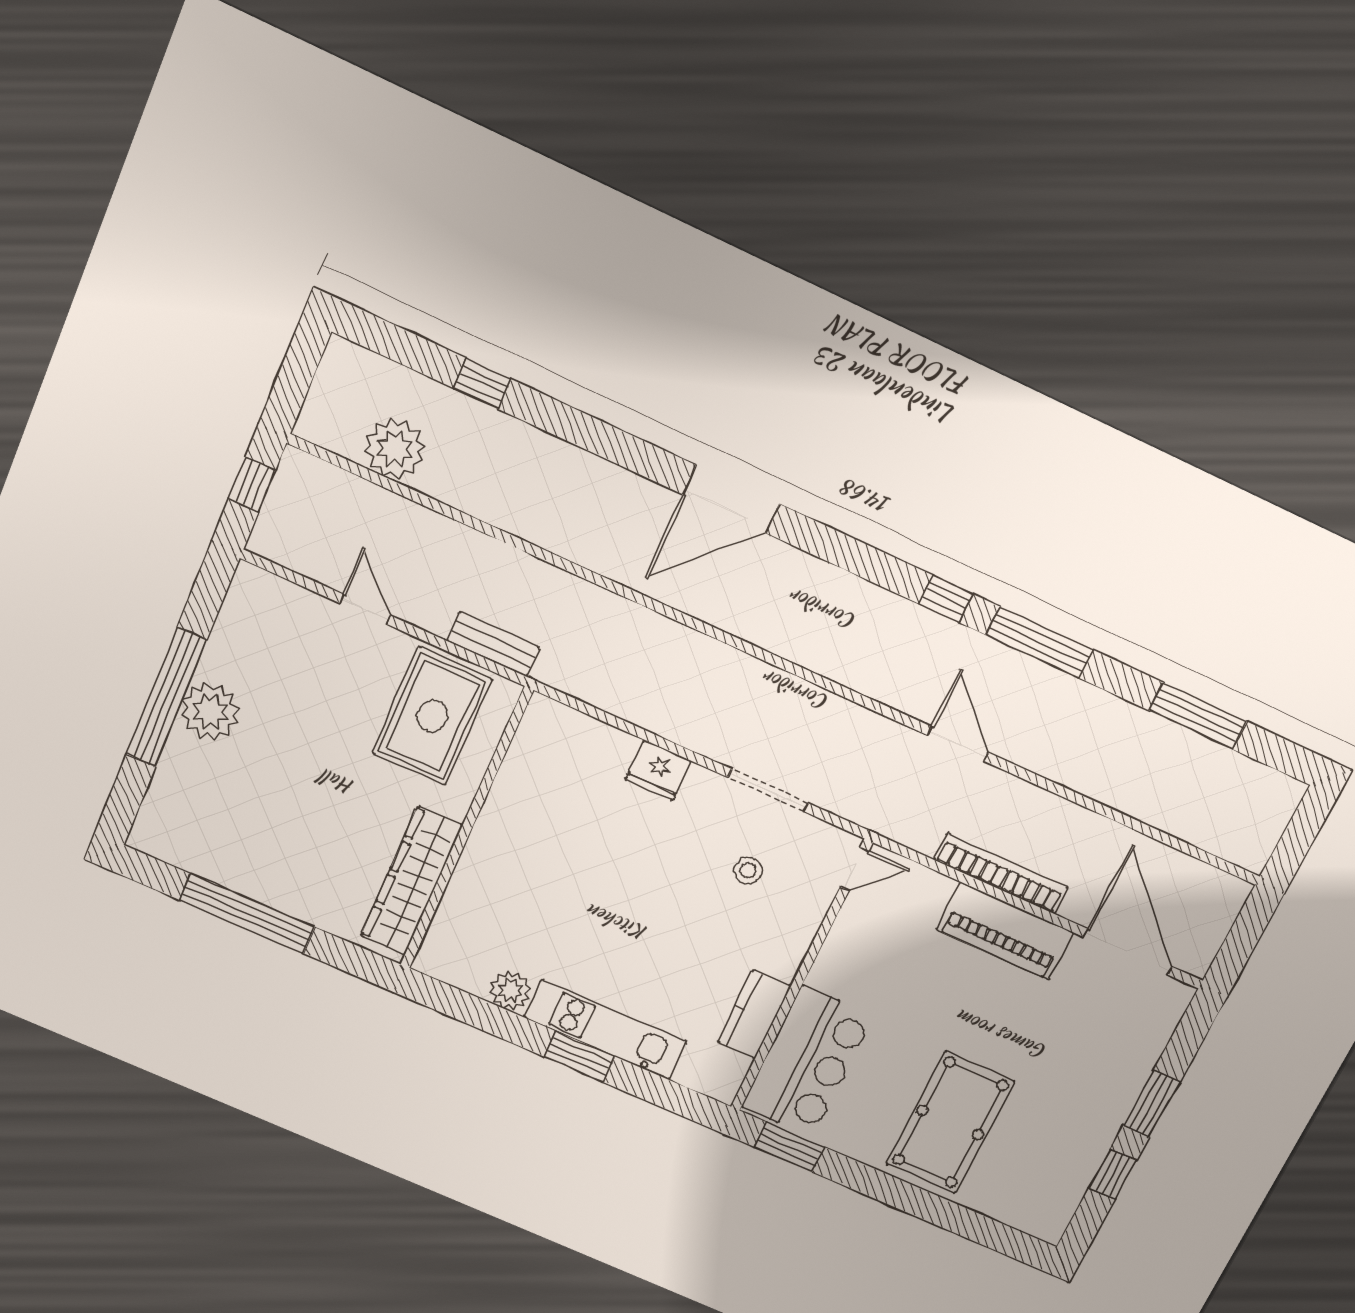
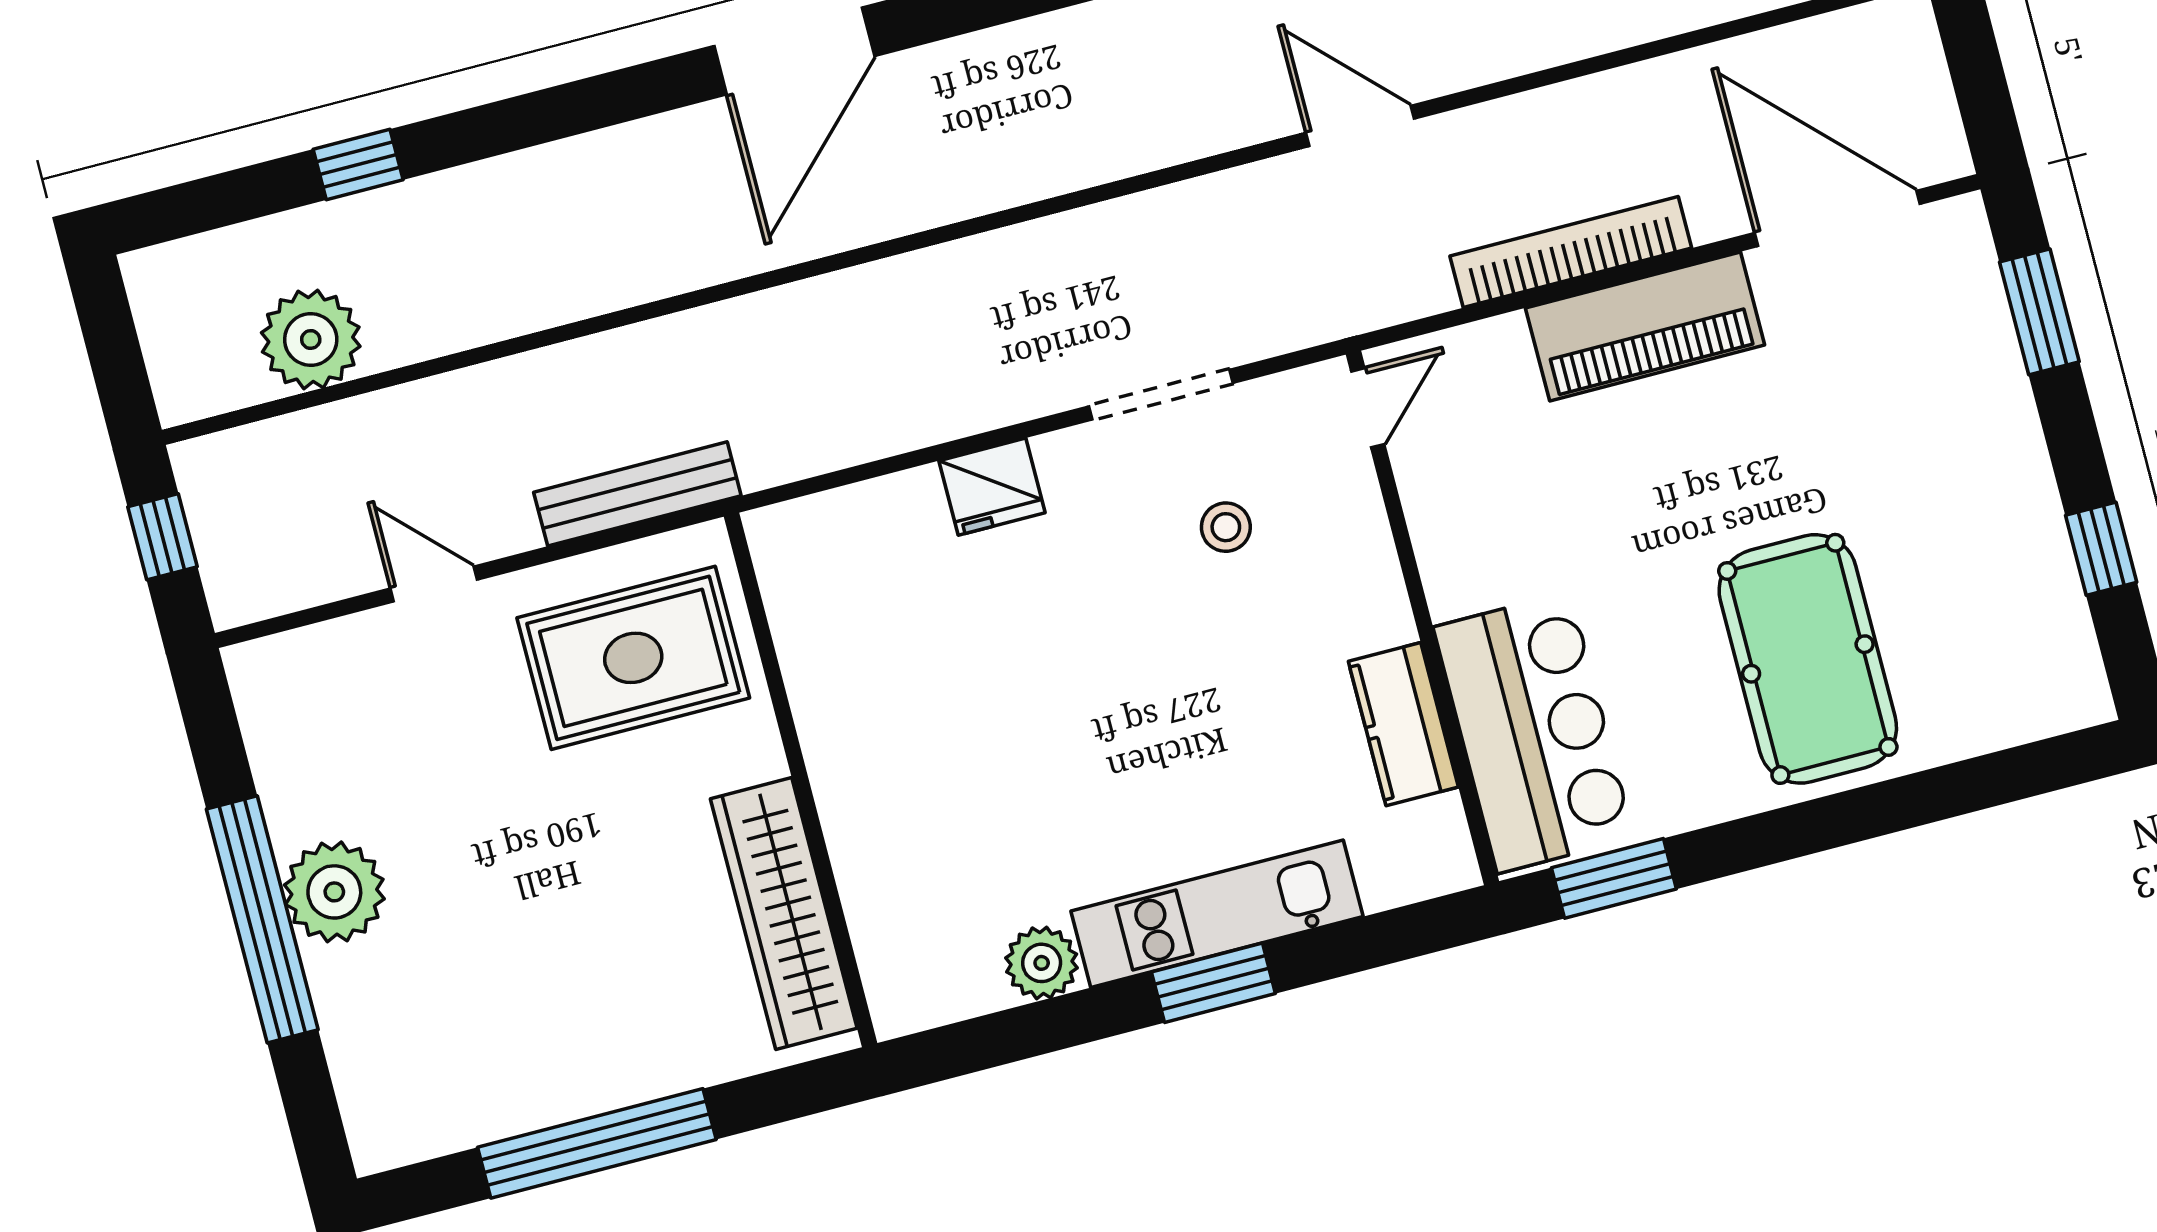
bench: (493, 644) -> (637, 494), width x1.36
rug: (432, 716) -> (633, 658), turned 90
window: (1151, 1104) -> (2039, 312), moved

